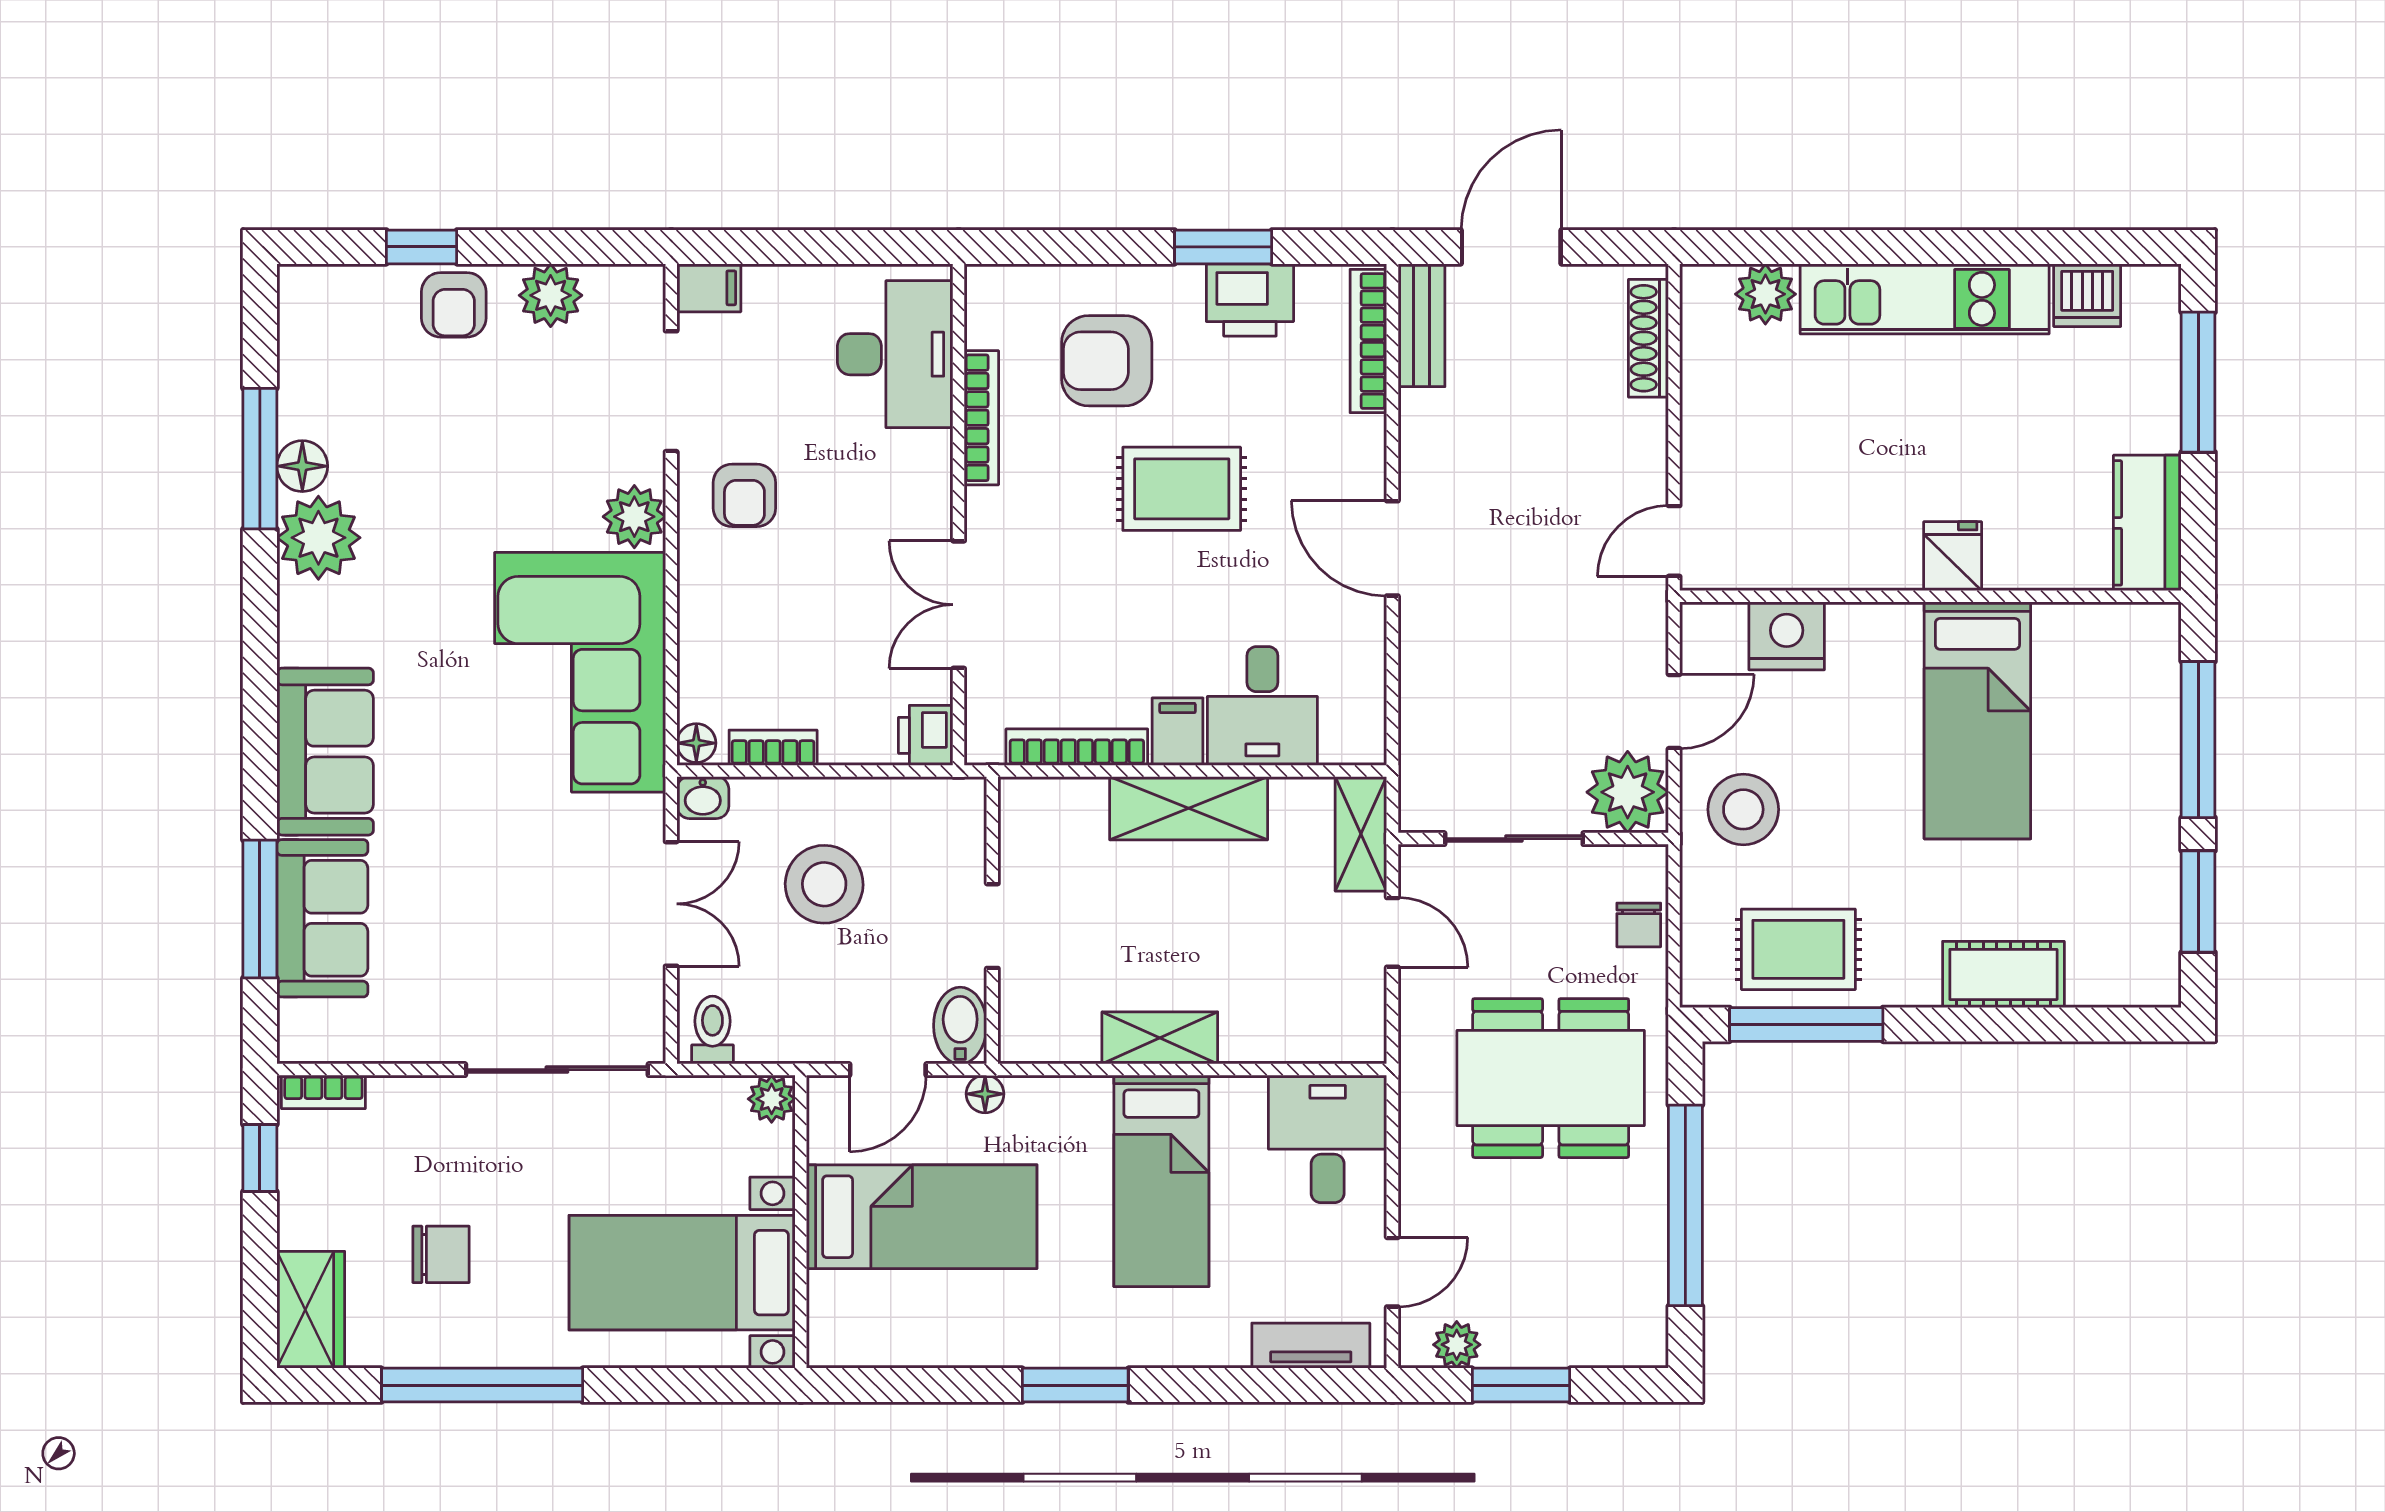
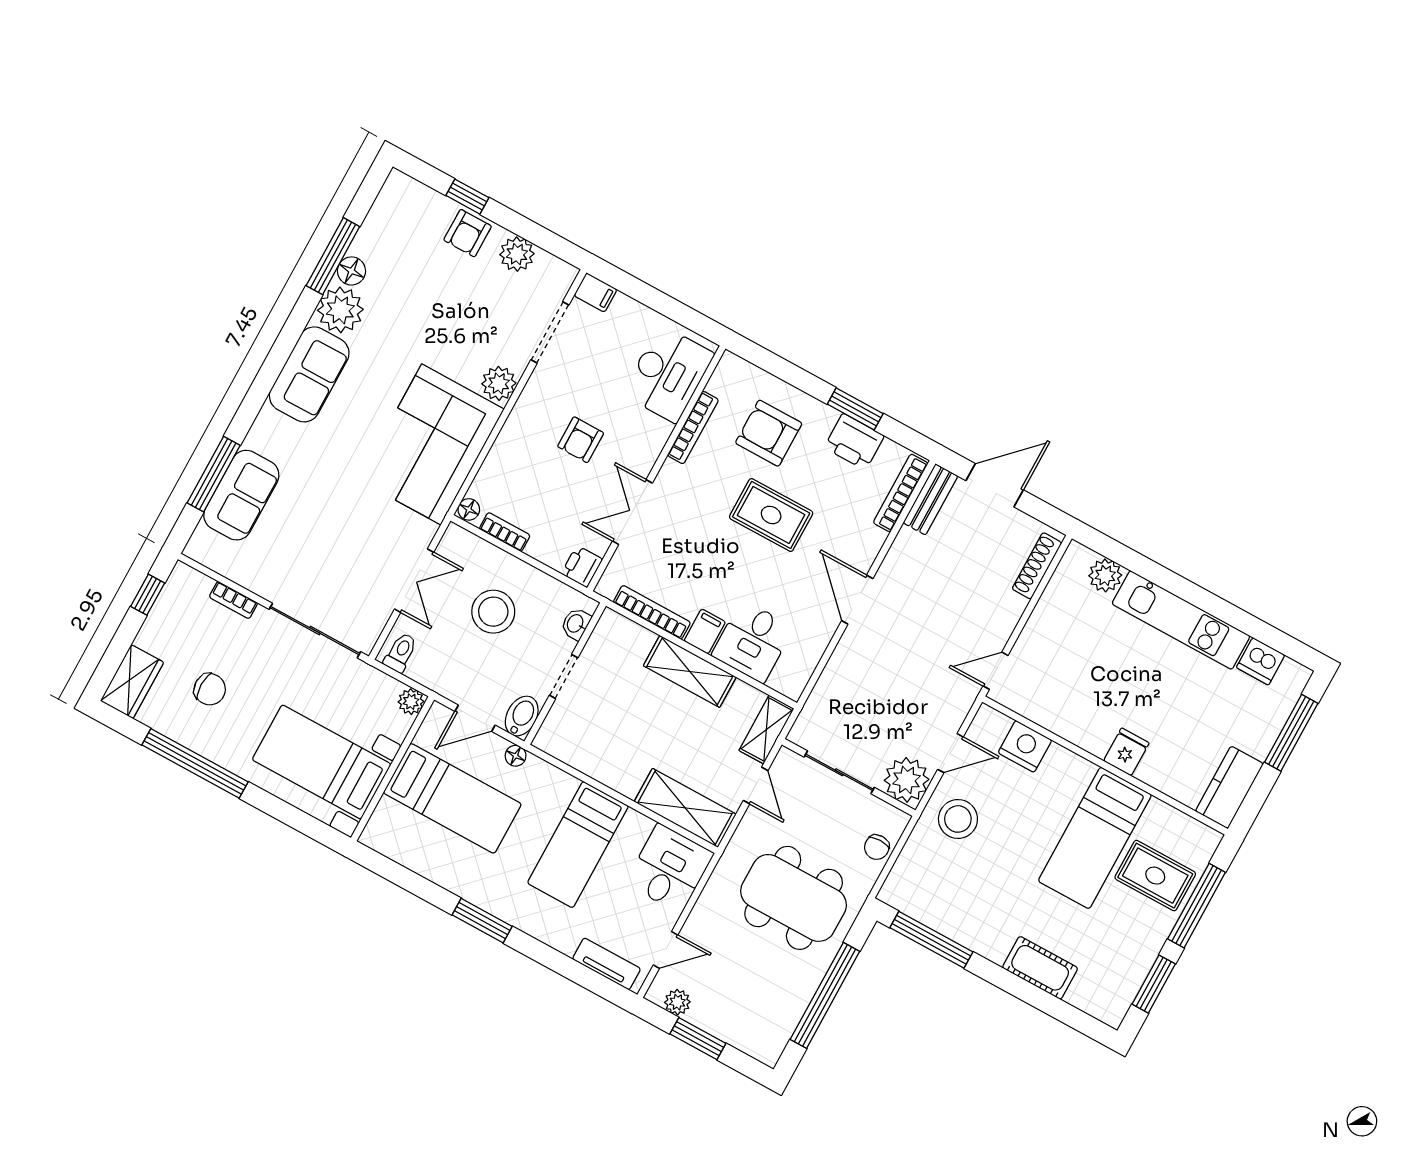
armchair: (744, 495) -> (581, 440), moved
sofa: (325, 752) -> (309, 374), moved
washbasin: (703, 798) -> (576, 624), moved, turned 90
rug: (1798, 949) -> (1155, 876), moved
shelving: (1160, 1038) -> (685, 808), moved, width x1.50, depth x1.33
bookcase: (323, 1092) -> (233, 600), moved

